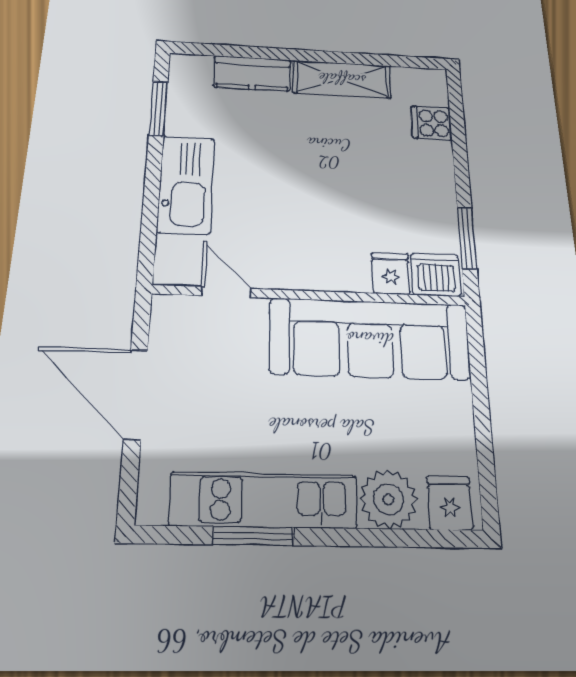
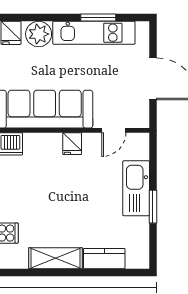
window: (158, 108) -> (153, 207), moved
fridge: (391, 273) -> (72, 144), moved
door: (226, 292) -> (114, 130), hinge flipped

